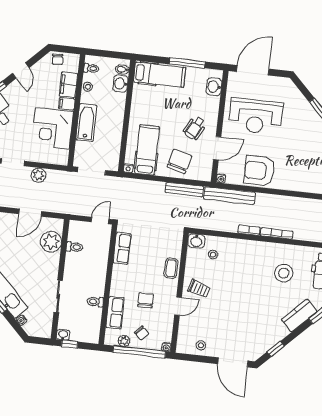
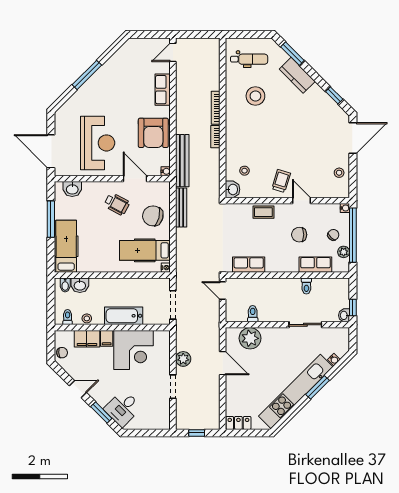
row of seats: (300, 184) -> (163, 90), added

